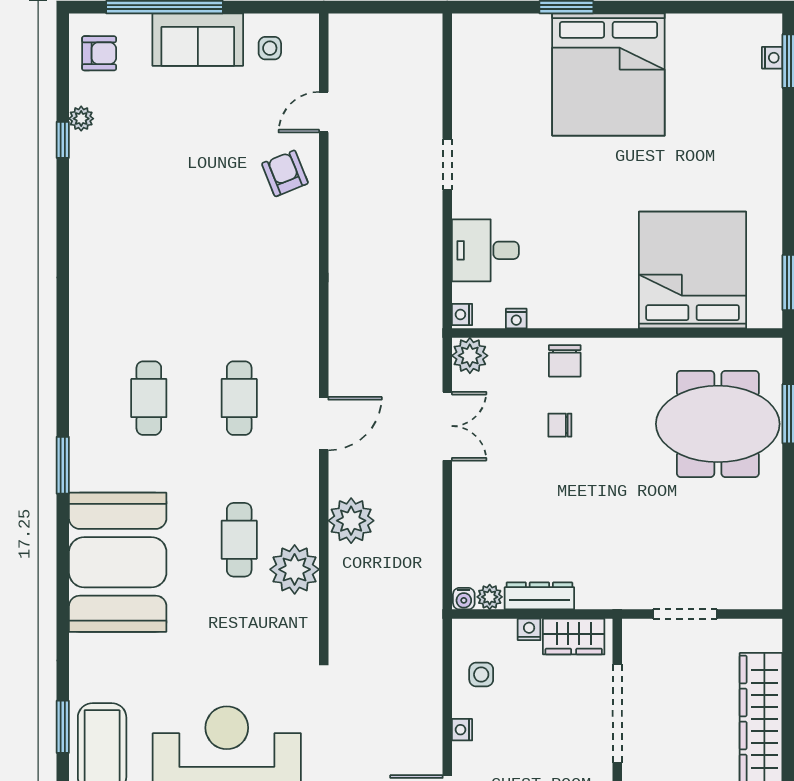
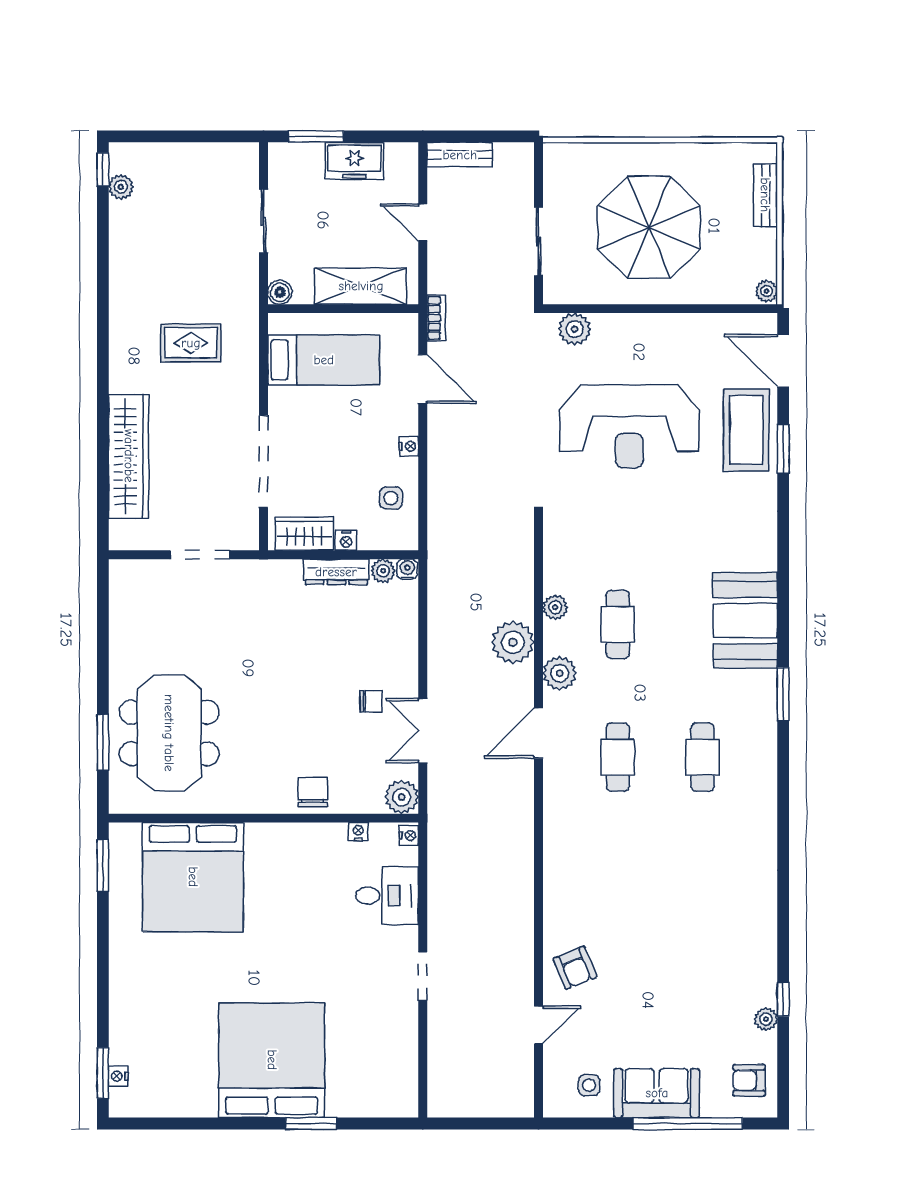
meeting table: (718, 424) -> (169, 733), turned 90
chair: (560, 425) -> (371, 702), moved
plant: (301, 488) -> (560, 673), added
booth: (118, 562) -> (745, 621), width x0.73, depth x0.70
plant: (295, 569) -> (555, 607), width x0.53, depth x0.53

